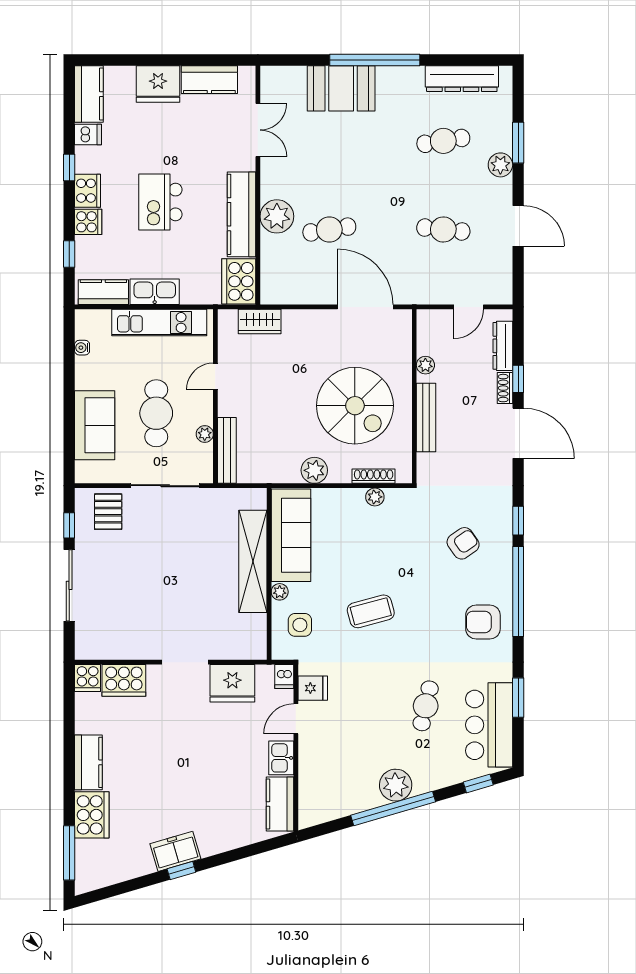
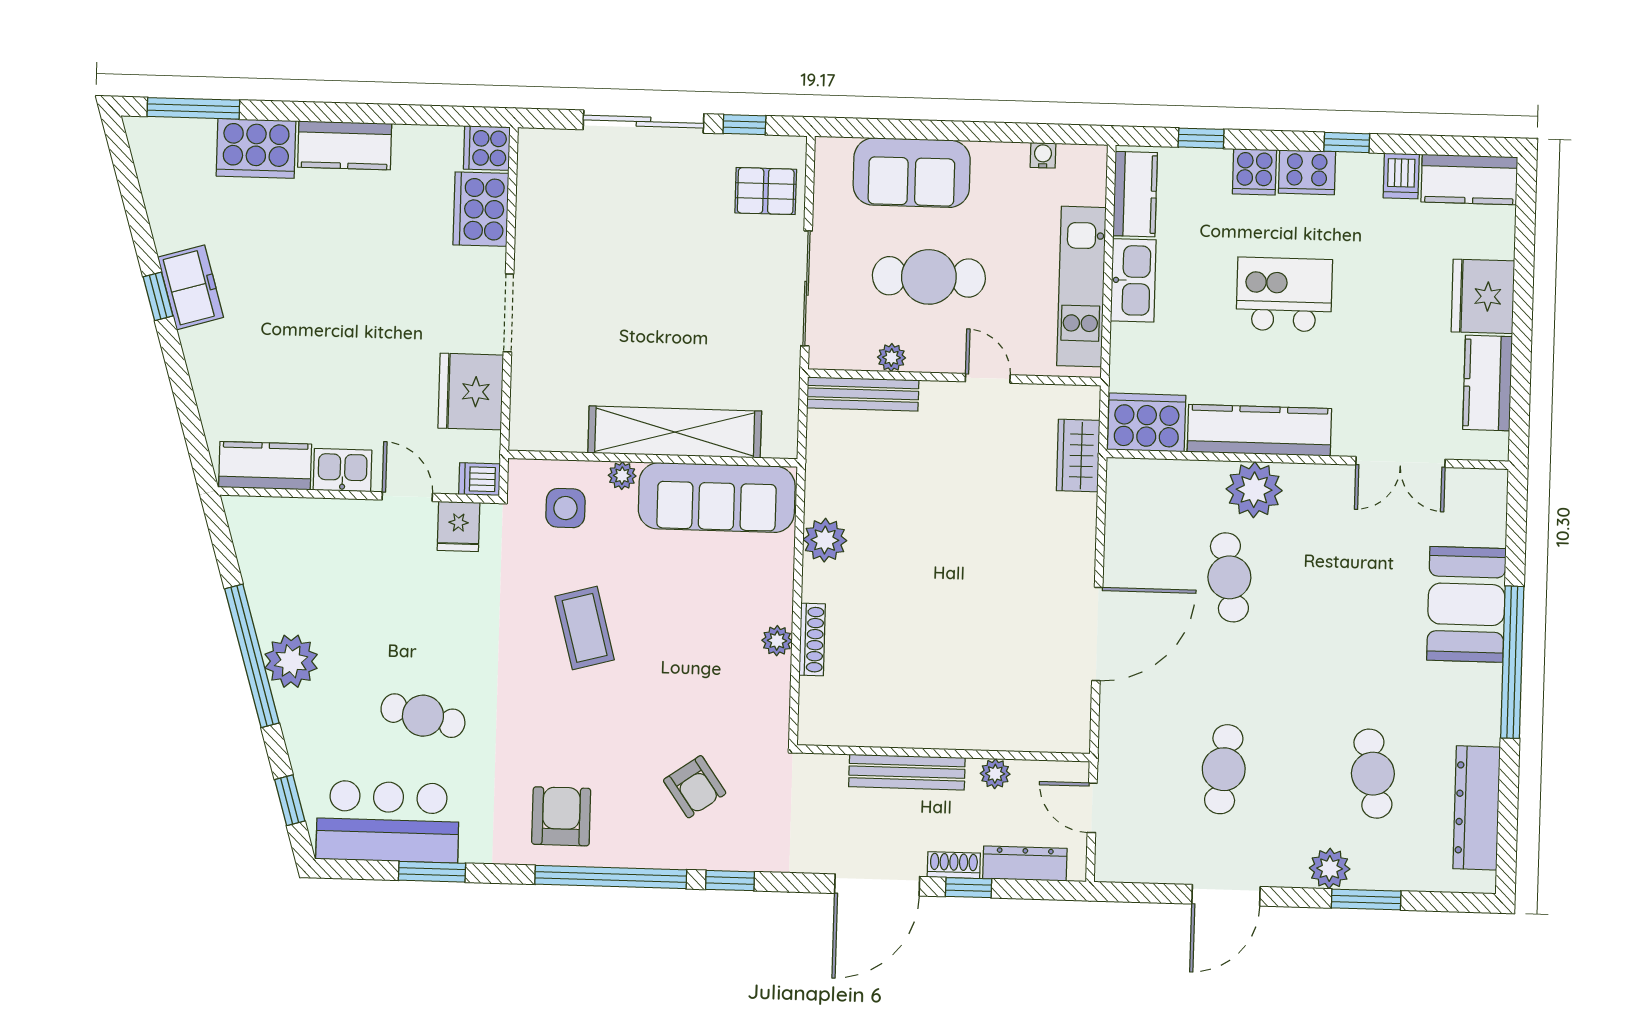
plant: (425, 365) -> (995, 774), moved
wall: (414, 396) -> (943, 753), moved
spiral stairs: (355, 406) -> (932, 612), removed
bench: (426, 418) -> (907, 772), moved

